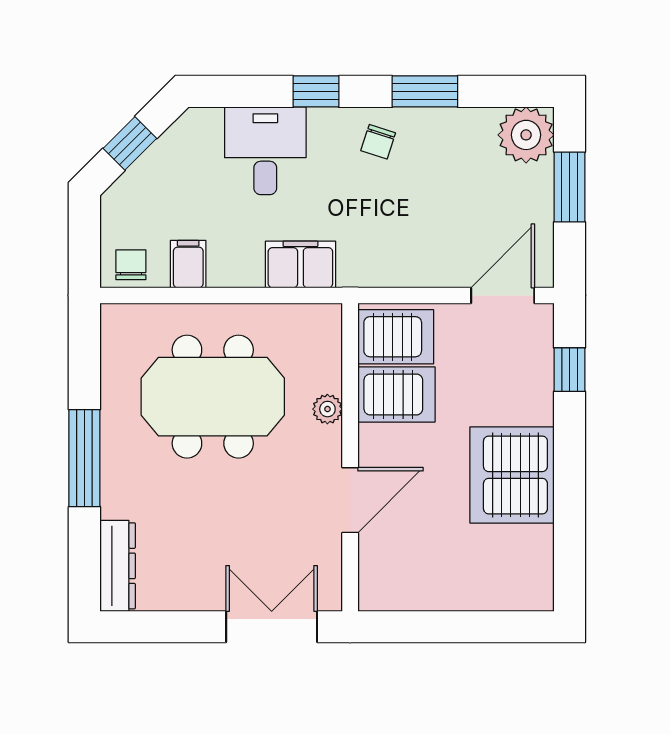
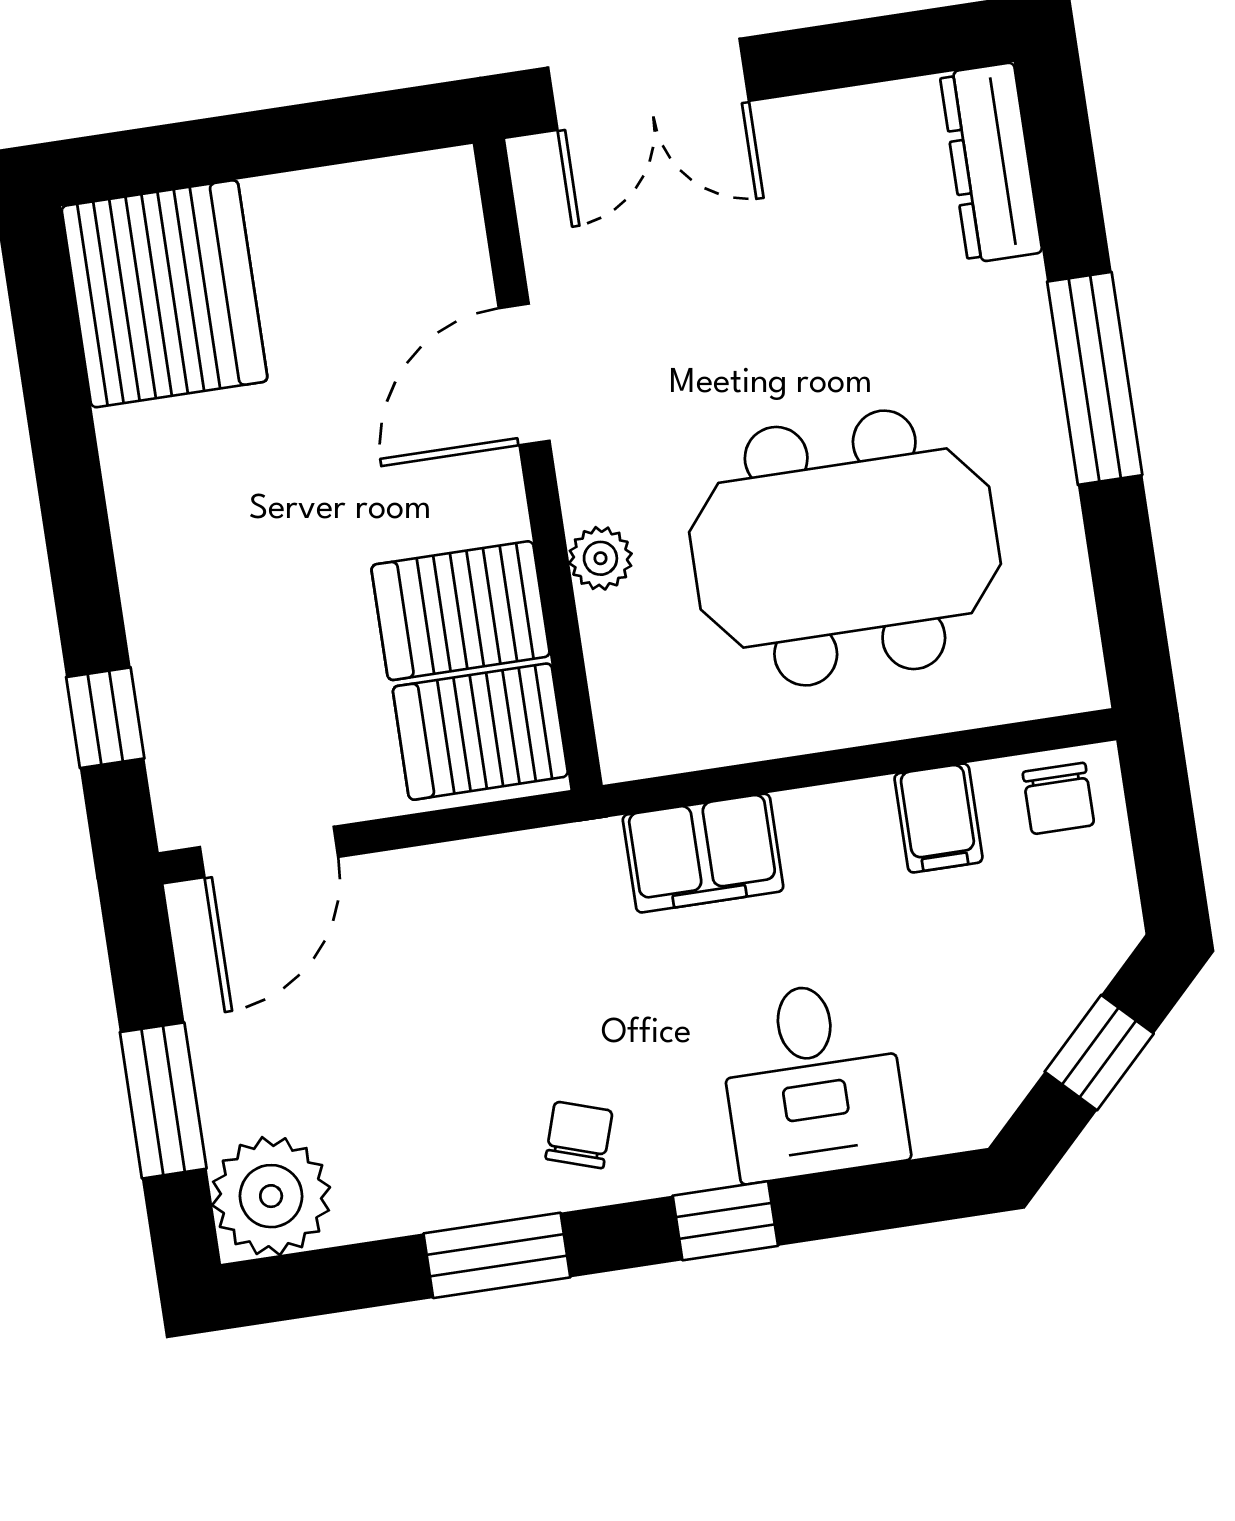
server rack: (512, 475) -> (164, 294), moved

